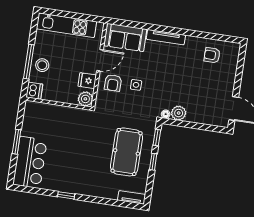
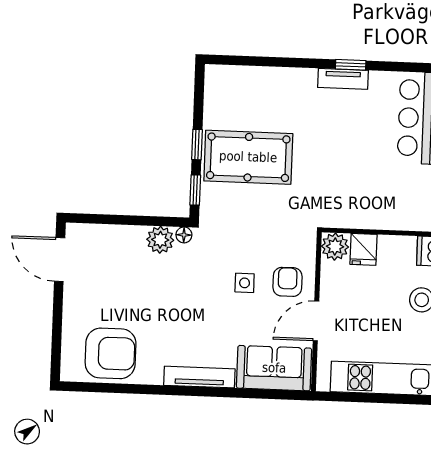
armchair: (212, 55) -> (111, 353), width x1.88, depth x1.88
fridge: (87, 81) -> (364, 249), moved, turned 90
pool table: (126, 152) -> (248, 157), turned 90
tv unit: (132, 197) -> (343, 79), moved

